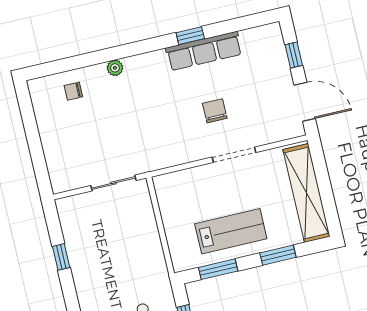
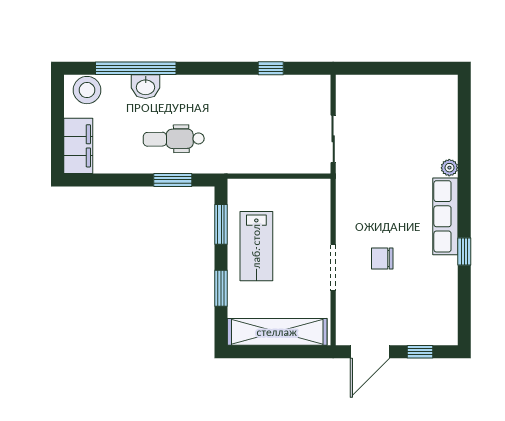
row of seats: (204, 51) -> (445, 216), moved
chair: (73, 91) -> (436, 120), removed
chair: (215, 111) -> (382, 259), turned 180

